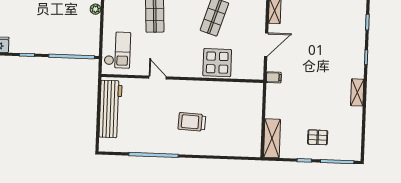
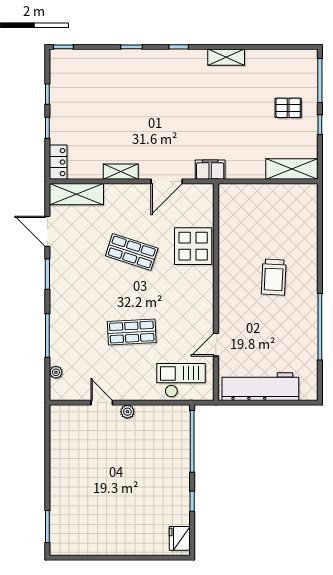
door: (266, 45) -> (167, 181), swing flipped
filing cabinet: (274, 77) -> (210, 170), width x2.00
door: (158, 78) -> (216, 345), moved
pallet: (318, 137) -> (288, 108), turned 90

